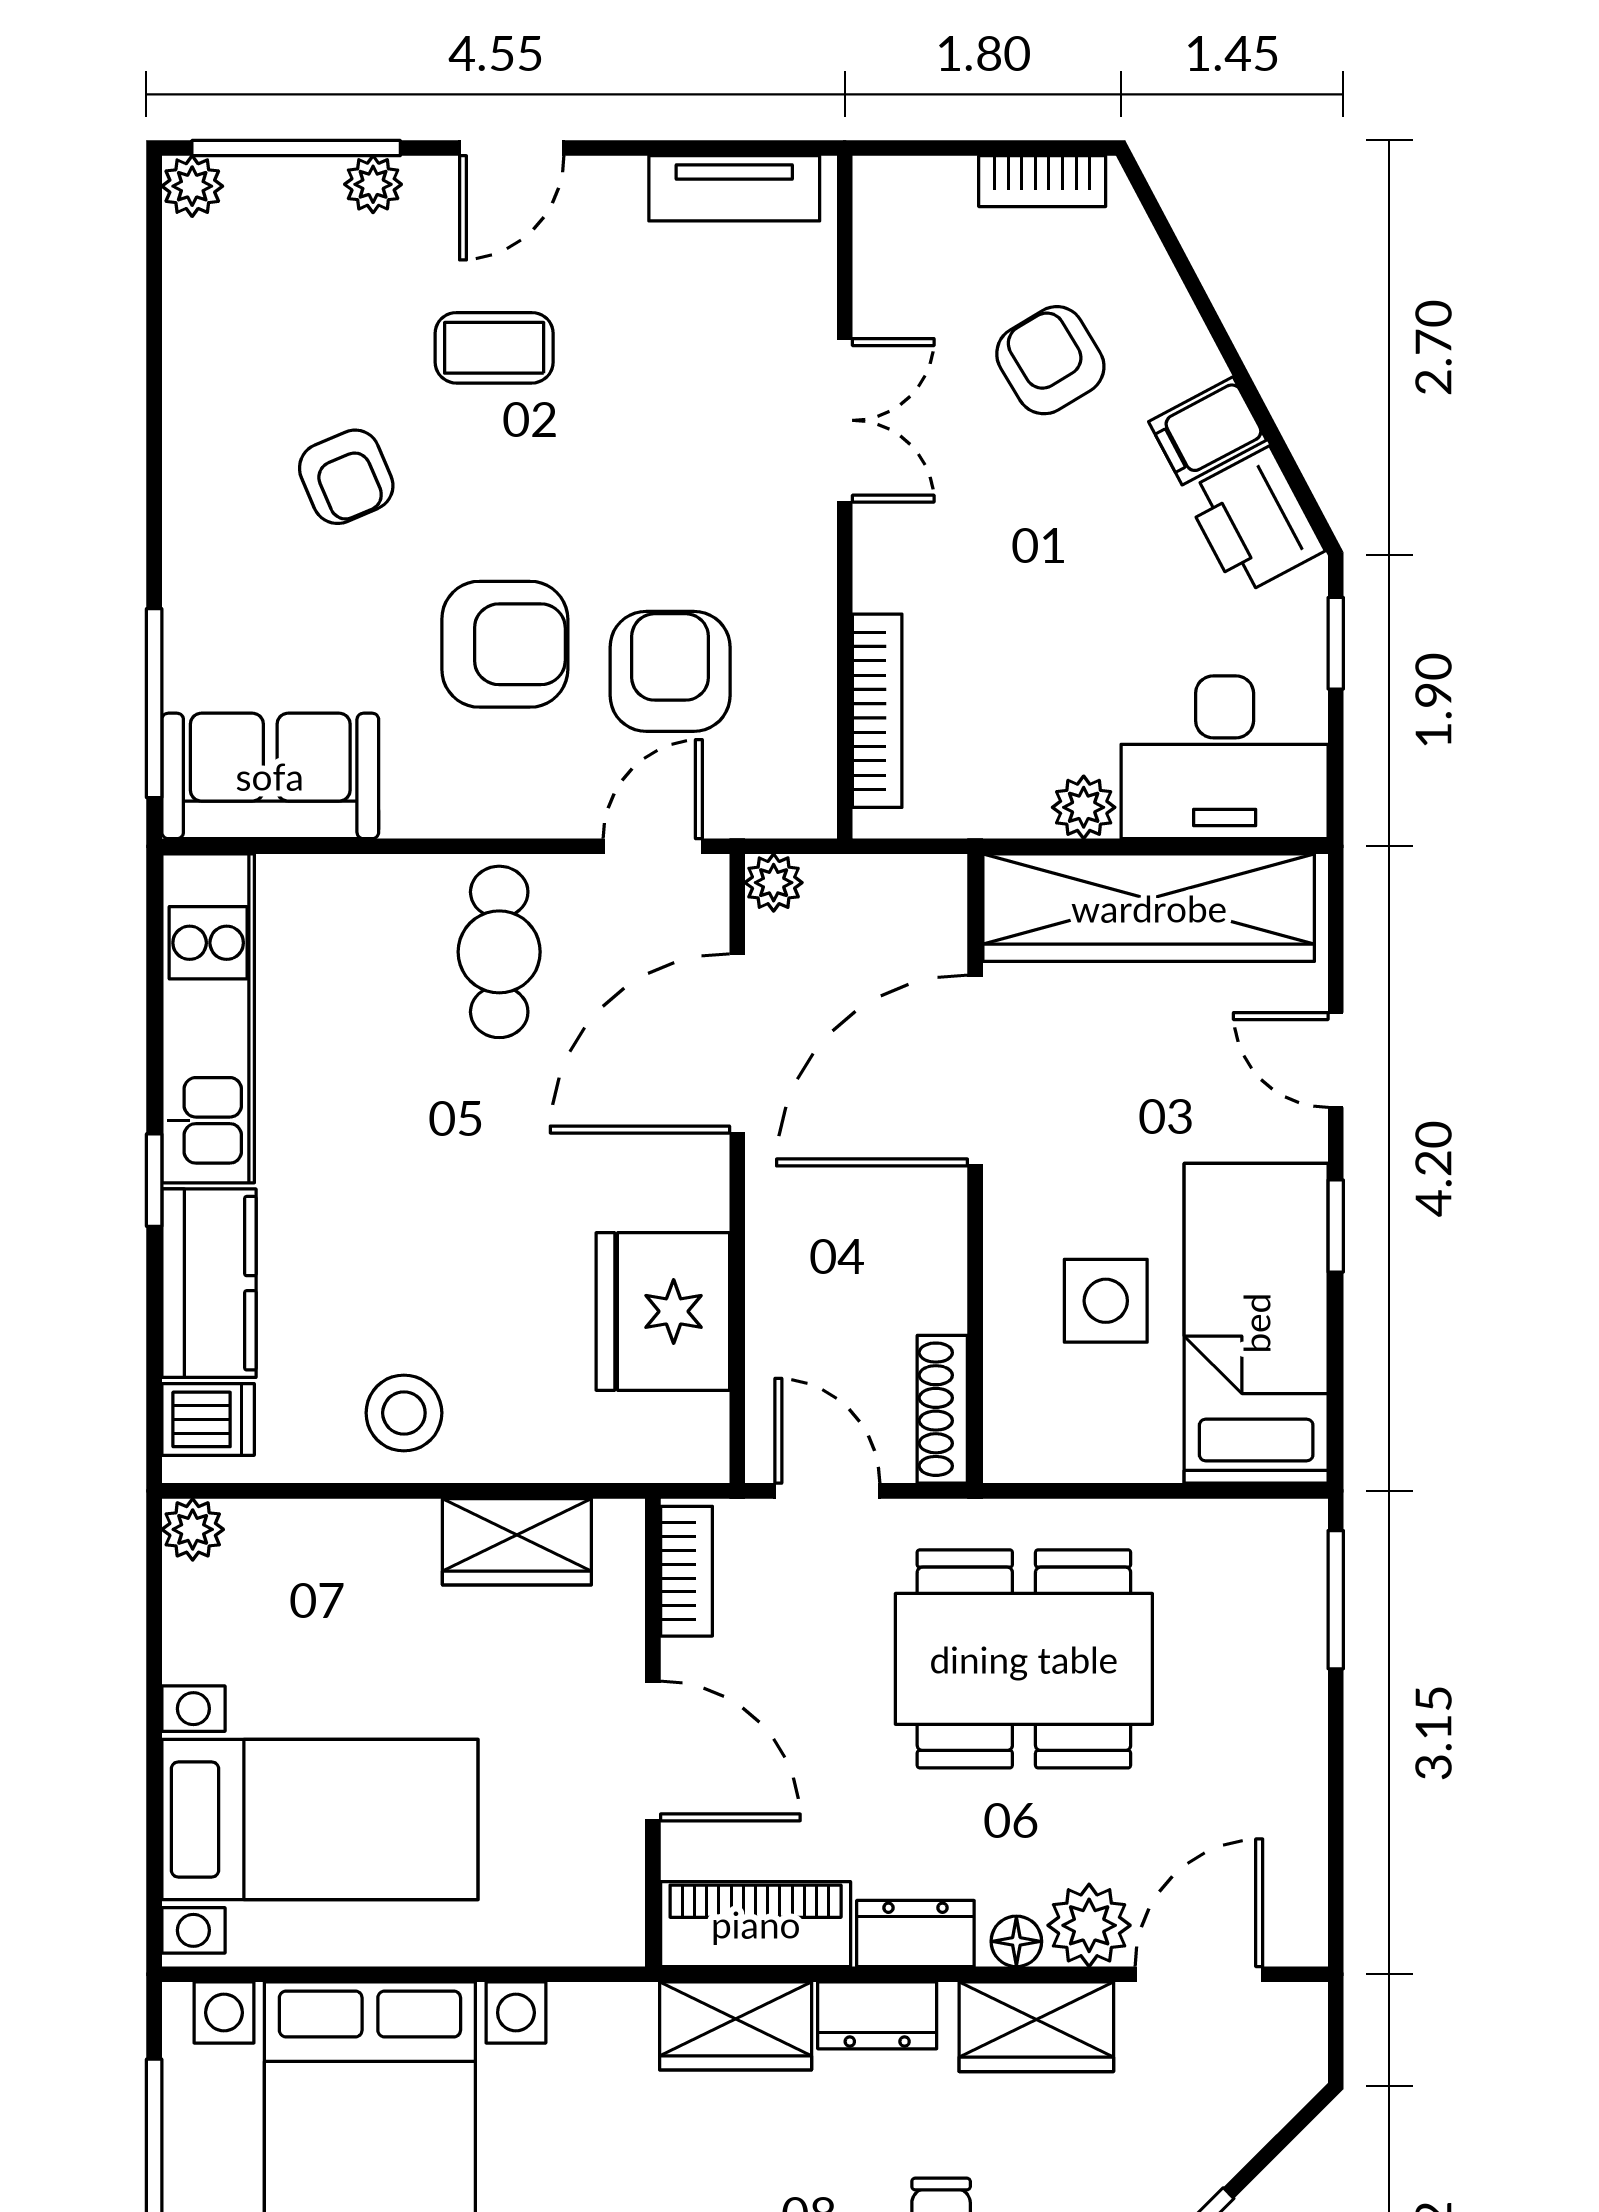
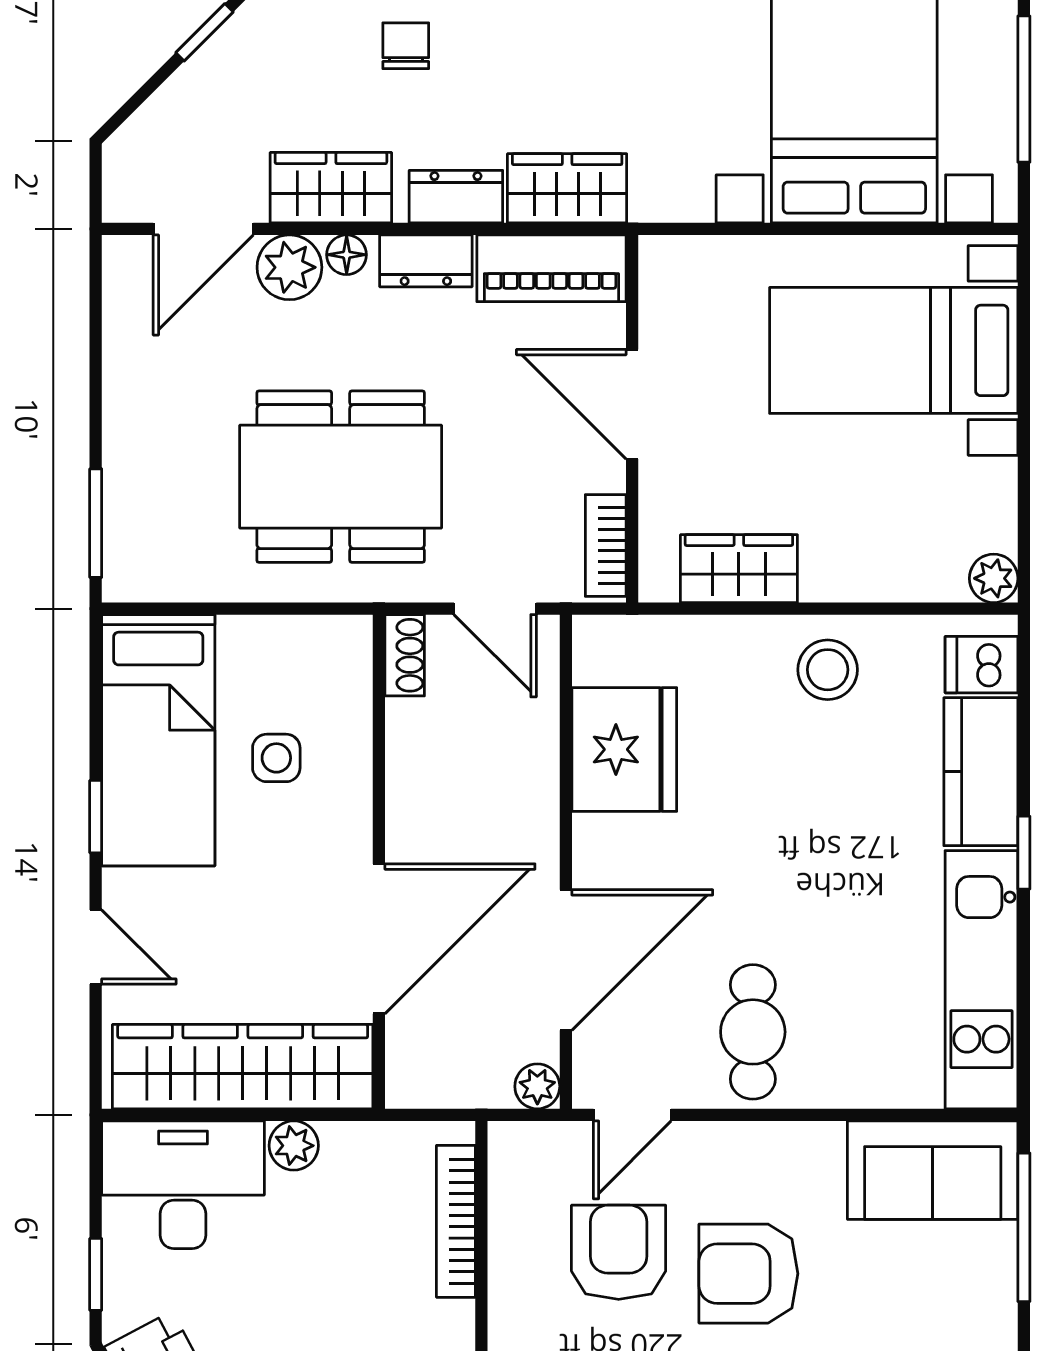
armchair: (670, 671) -> (619, 1252), turned 180
side table: (1106, 1301) -> (276, 758), width x0.73, depth x0.73
shoe rack: (942, 1409) -> (405, 655), width x0.70

